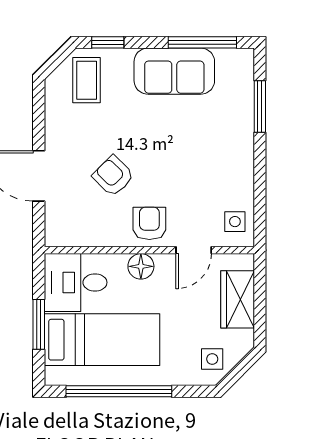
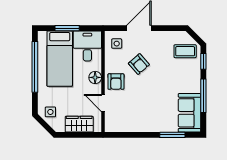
window: (202, 42) -> (203, 96), moved
sofa: (174, 71) -> (189, 113), moved
armchair: (113, 176) -> (139, 64), turned 94
side table: (235, 222) -> (117, 44), moved
armchair: (149, 223) -> (116, 82), turned 90

